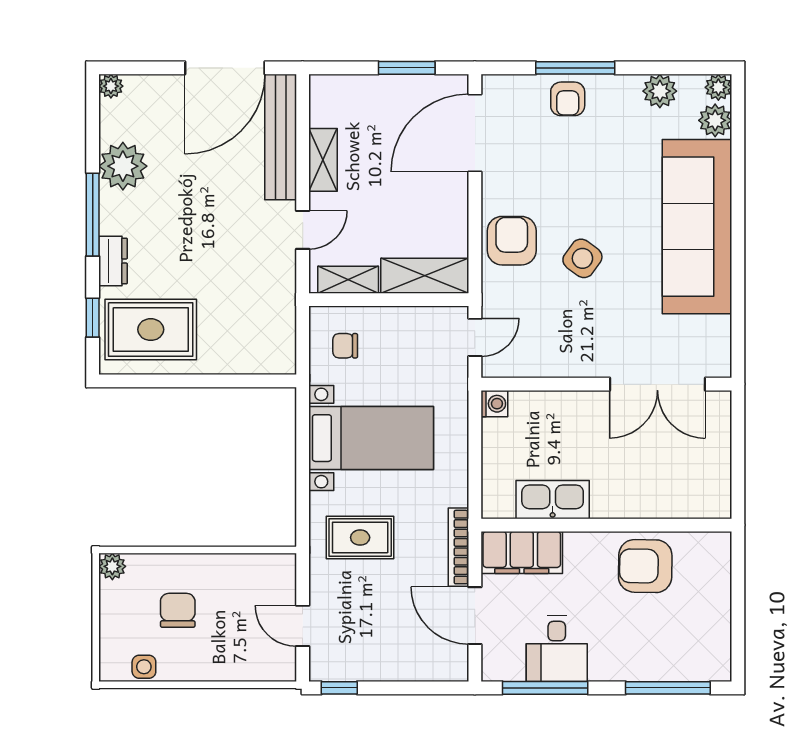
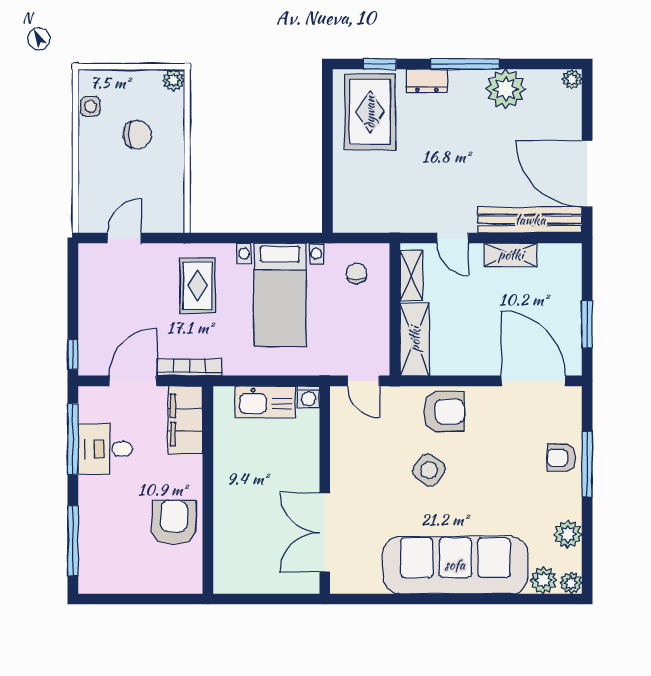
kitchen sink: (553, 500) -> (265, 402), moved, turned 90
window: (339, 688) -> (73, 354), moved

